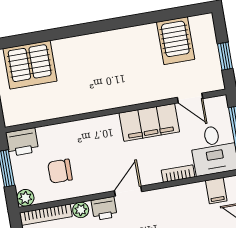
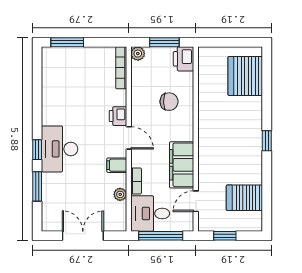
window: (103, 26) -> (267, 141), added
chair: (60, 171) -> (169, 102), moved, turned 90
filing cabinet: (216, 191) -> (117, 165), moved
plant: (81, 210) -> (120, 194), moved

